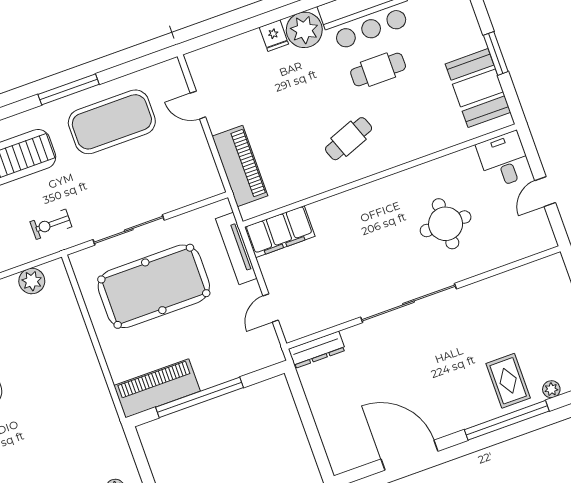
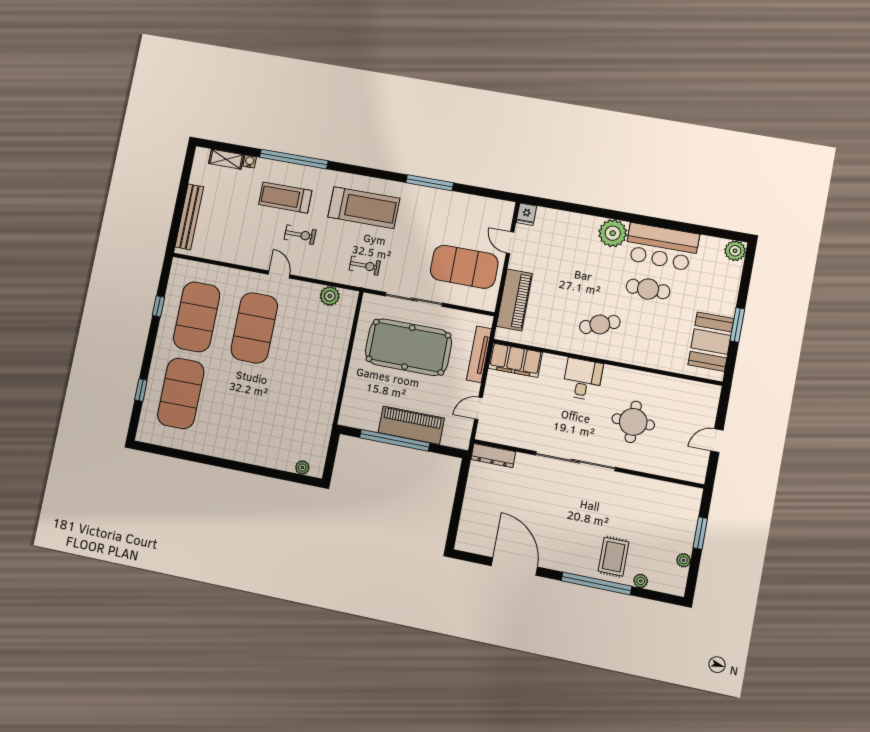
fridge: (274, 36) -> (526, 214), moved
exercise mat: (112, 122) -> (464, 267), moved
desk: (504, 160) -> (583, 379), moved
exercise bike: (51, 224) -> (365, 266), turned 180
piano: (157, 388) -> (411, 425), moved

